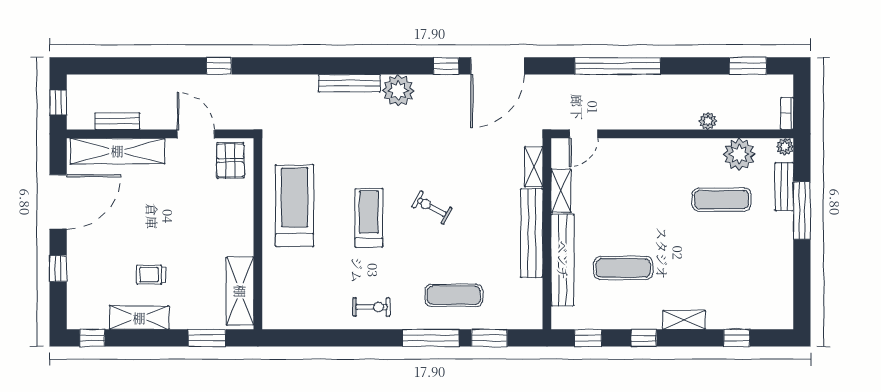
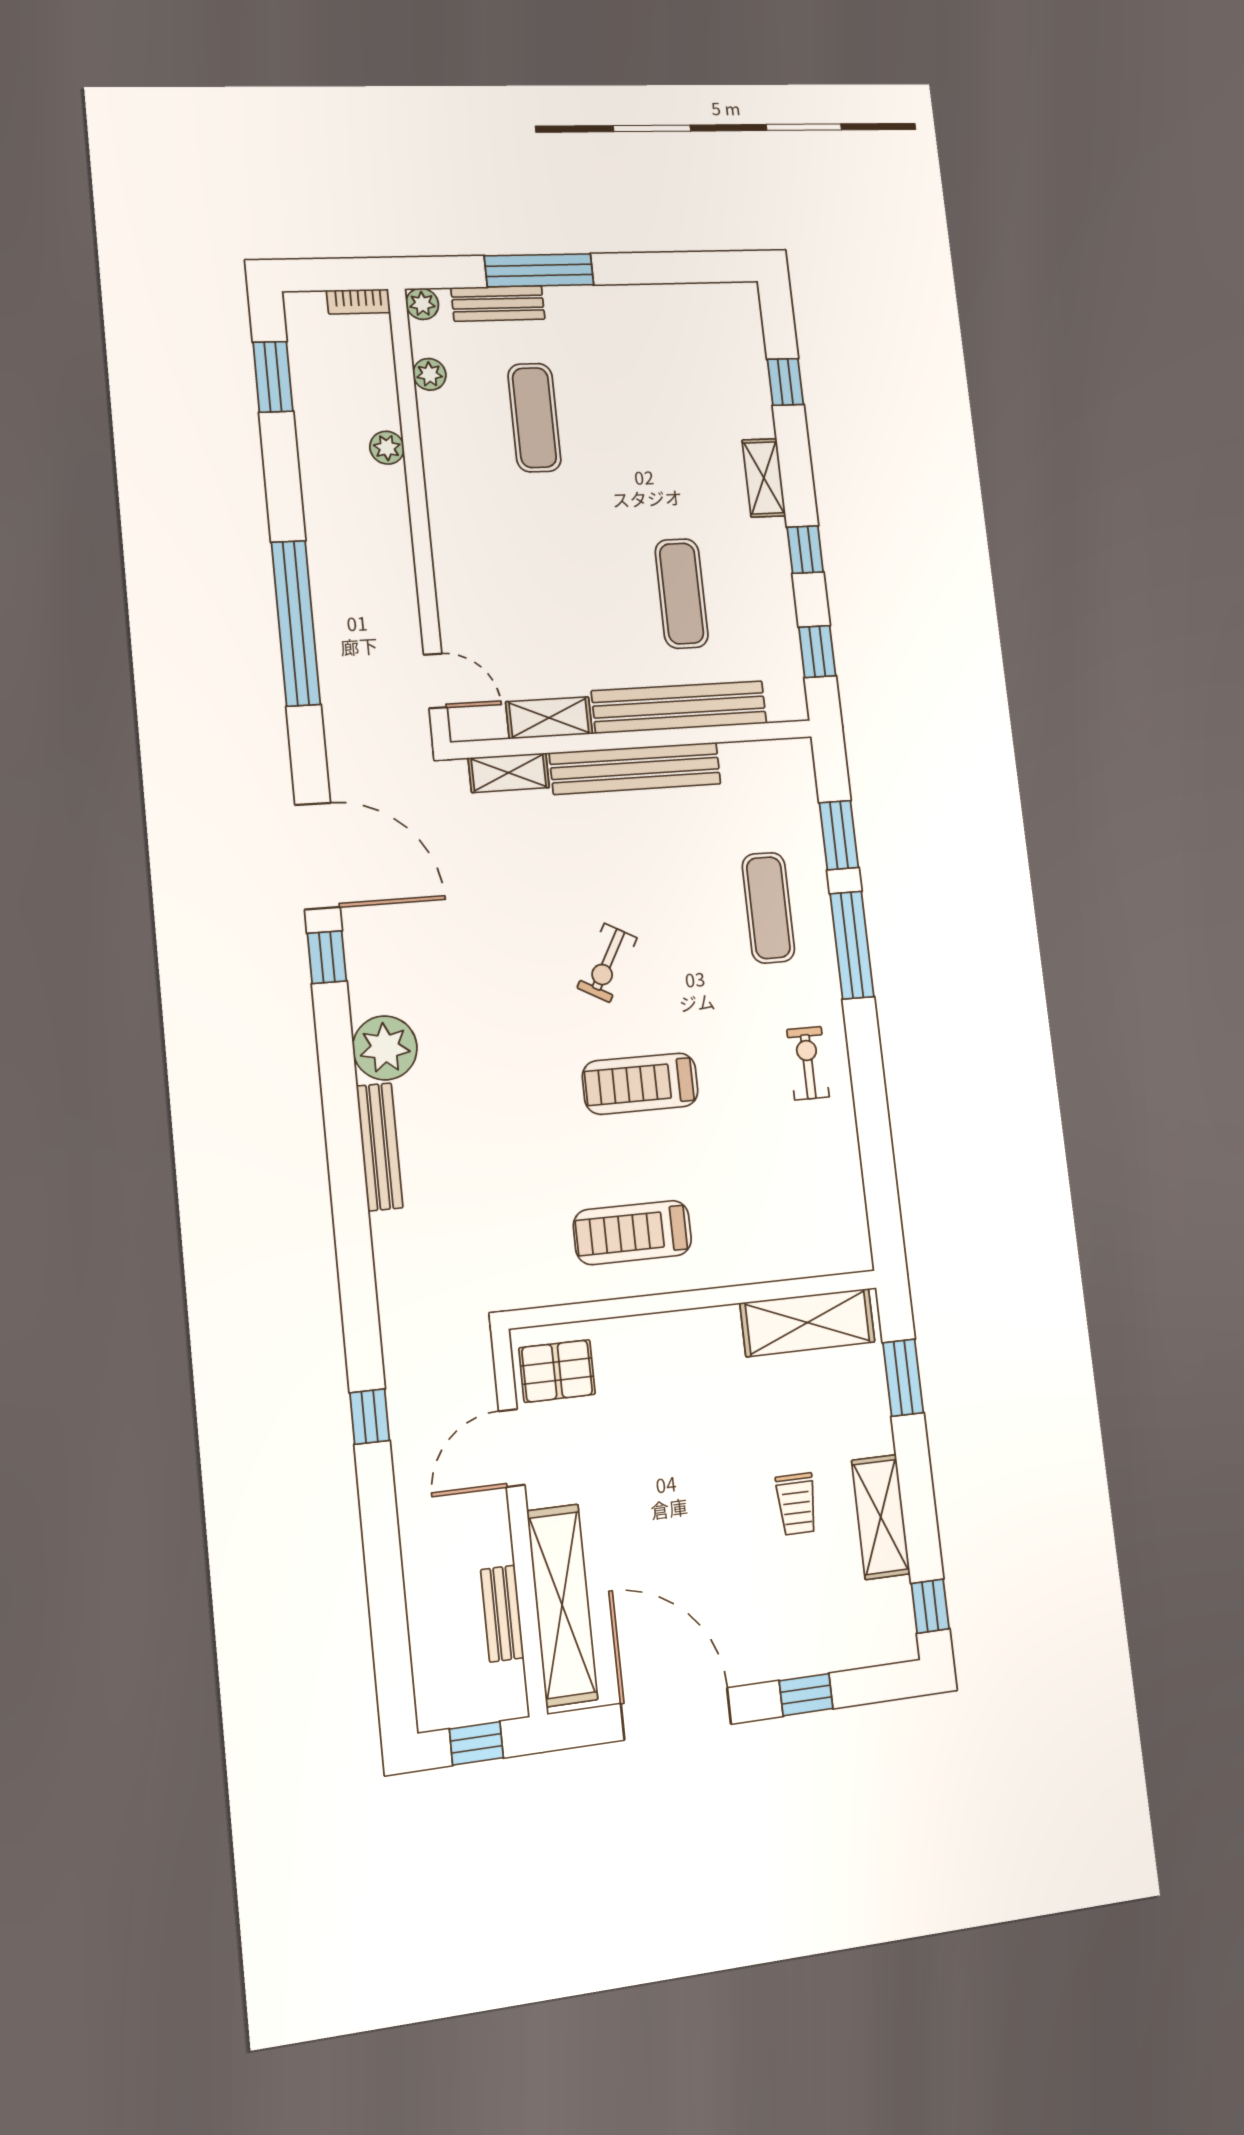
plant: (739, 154) -> (429, 374), width x0.53, depth x0.53
treadmill: (294, 206) -> (633, 1233), width x0.73, depth x0.73

